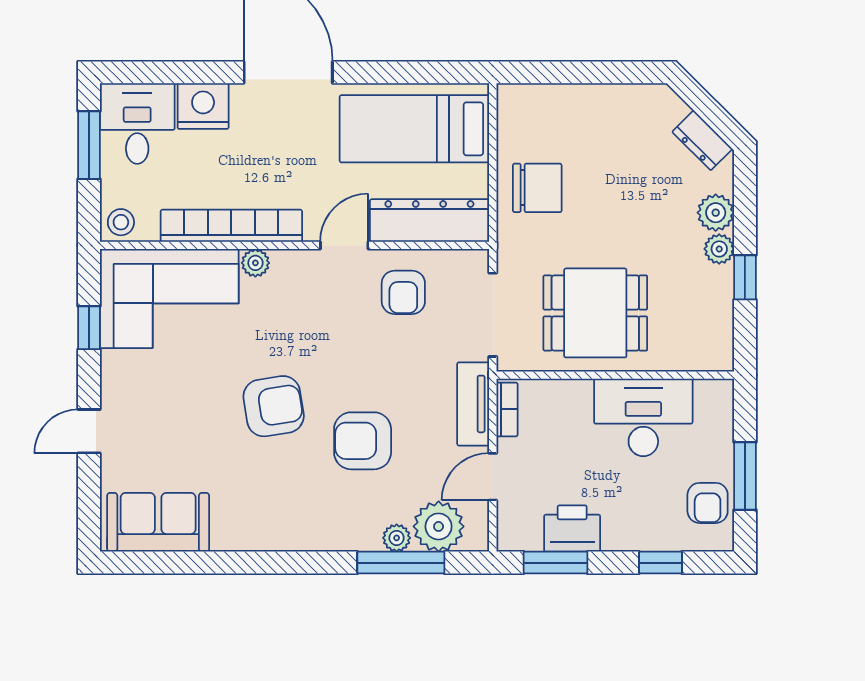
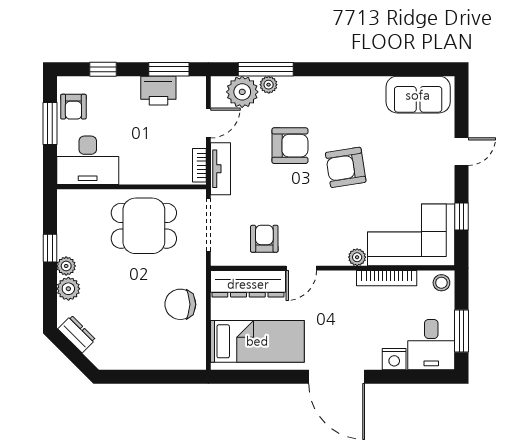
nightstand: (203, 106) -> (394, 359), width x0.74, depth x0.75
bookcase: (231, 226) -> (387, 278), width x0.68, depth x0.76
desk: (643, 417) -> (88, 160), moved
armchair: (708, 503) -> (73, 107), turned 180

